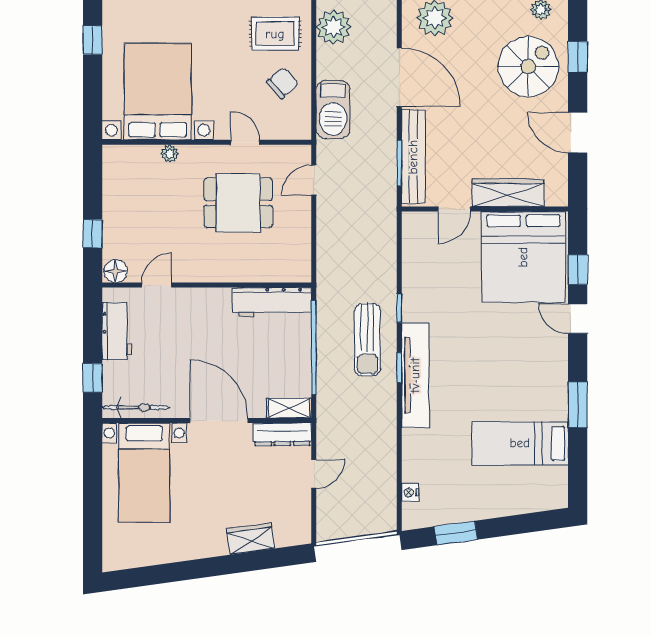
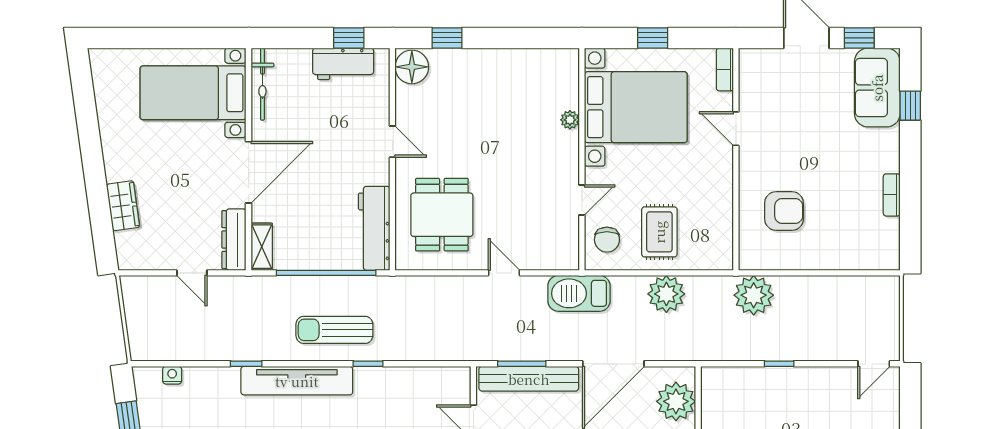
chair: (282, 83) -> (607, 240), turned 42
bed with nightstands: (158, 92) -> (636, 107), moved
wall: (207, 142) -> (582, 159), moved
door: (245, 142) -> (582, 200), moved
plant: (170, 154) -> (570, 120), moved
dining table: (238, 203) -> (442, 215), moved
floor lamp: (116, 271) -> (412, 67), width x1.38, depth x1.38
door: (157, 285) -> (392, 142), moved
window: (399, 368) -> (246, 364), moved
window: (93, 378) -> (349, 38), moved

